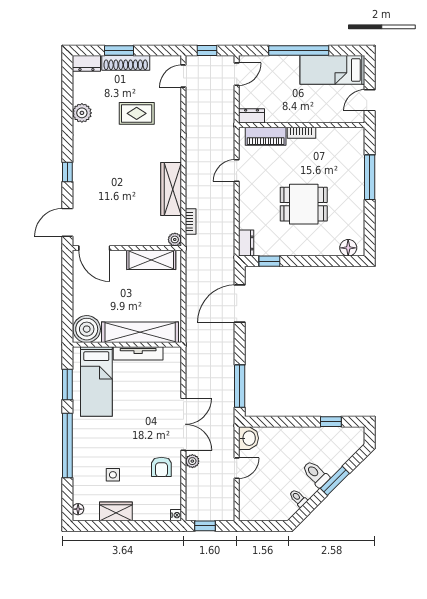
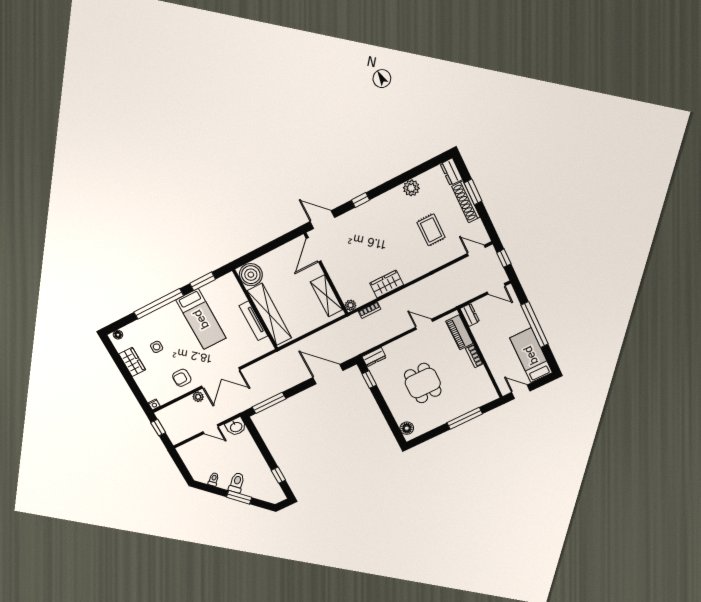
wardrobe: (171, 189) -> (387, 284), width x0.67
bed: (96, 382) -> (201, 319), moved, turned -90

